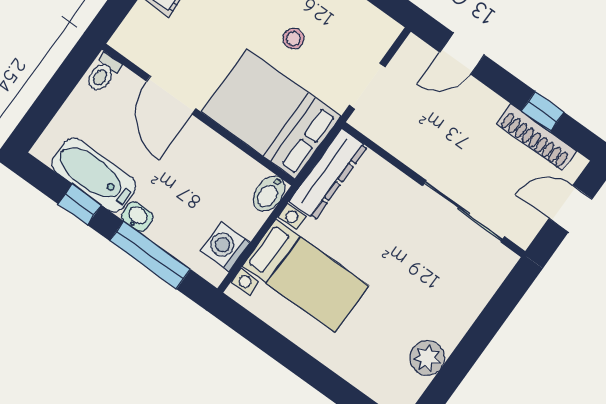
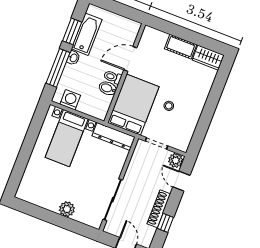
plant: (414, 54) -> (176, 160), added
toilet: (103, 73) -> (113, 77), moved
shoe rack: (536, 137) -> (159, 209), moved
bidet: (269, 193) -> (108, 88), moved
window: (80, 205) -> (72, 31), width x1.50
plant: (427, 358) -> (67, 209), moved

